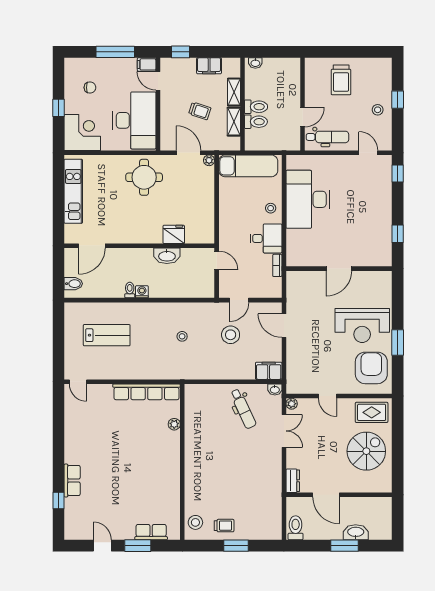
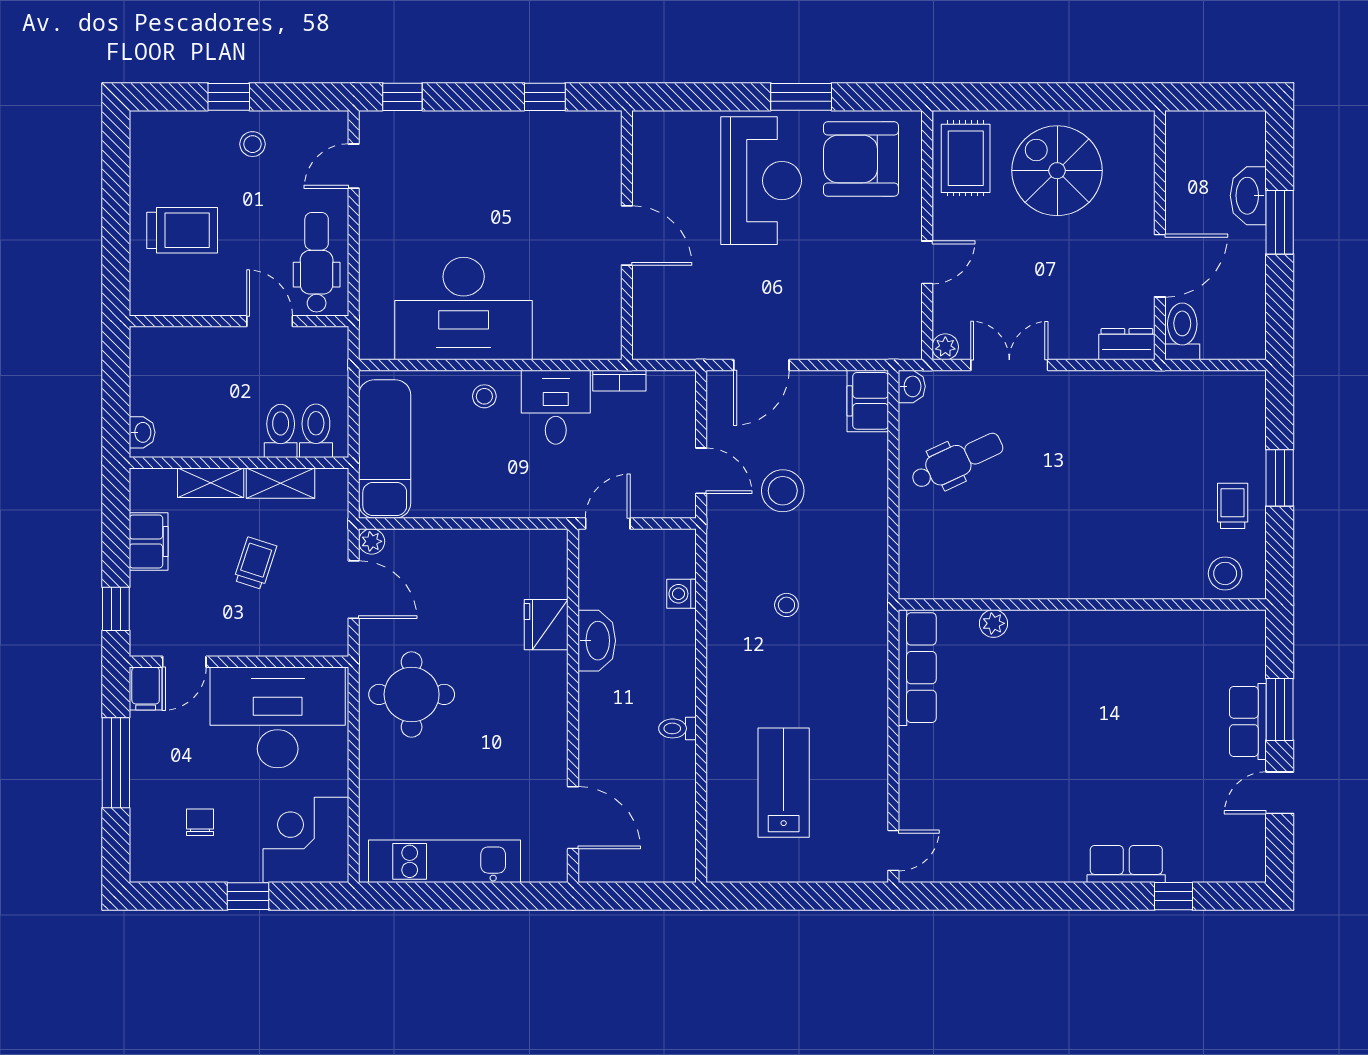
toilet: (256, 107) -> (316, 431), moved
door: (189, 153) -> (354, 590), swing flipped
bidet: (73, 284) -> (662, 861), removed
washing machine: (142, 292) -> (681, 594), moved
row of seats: (147, 392) -> (917, 668), width x0.73
toilet: (296, 528) -> (1182, 331), moved, turned 90
row of seats: (151, 532) -> (1248, 721), moved

